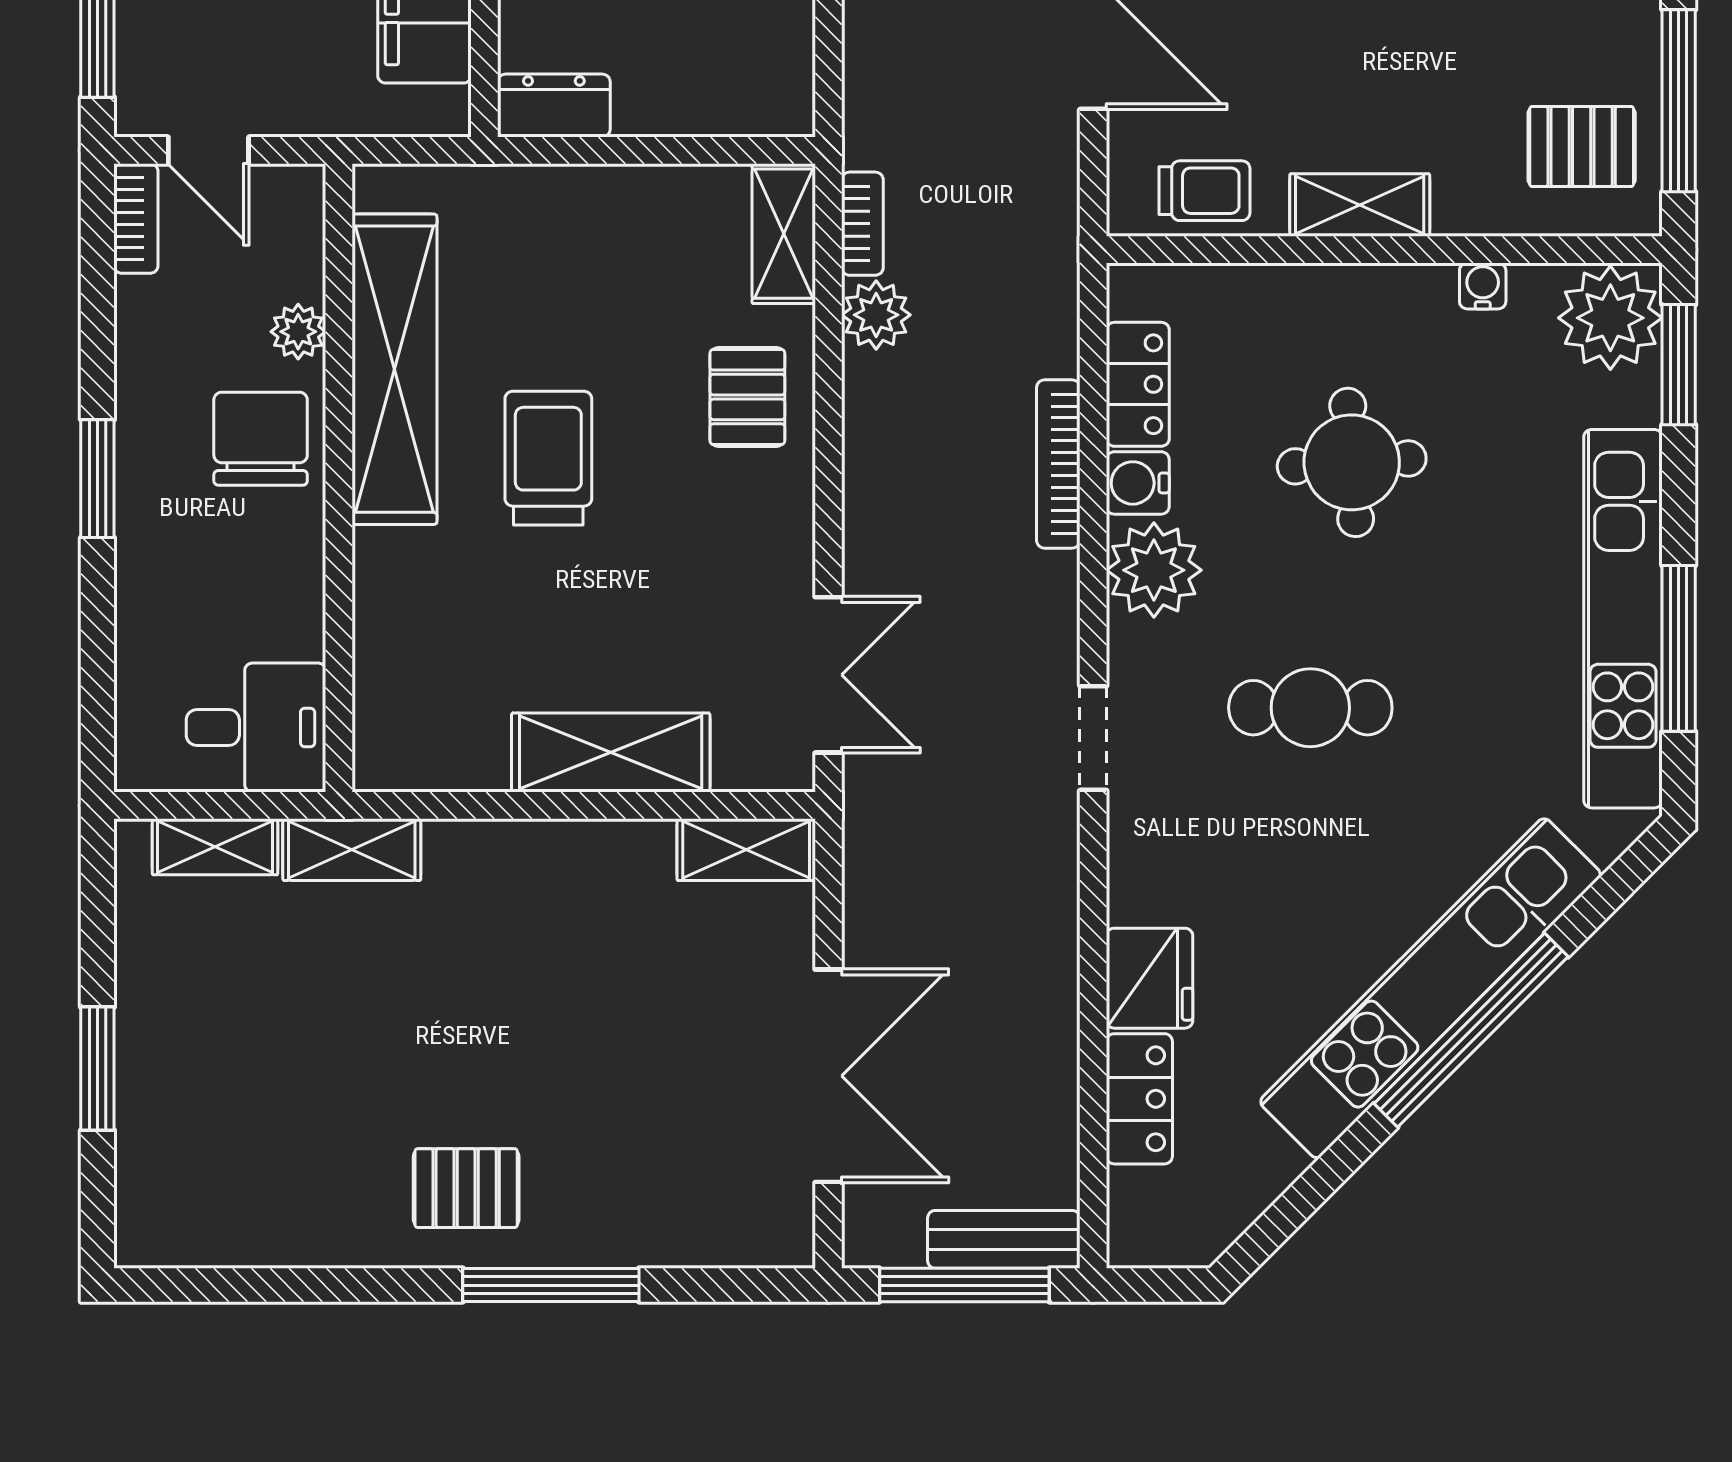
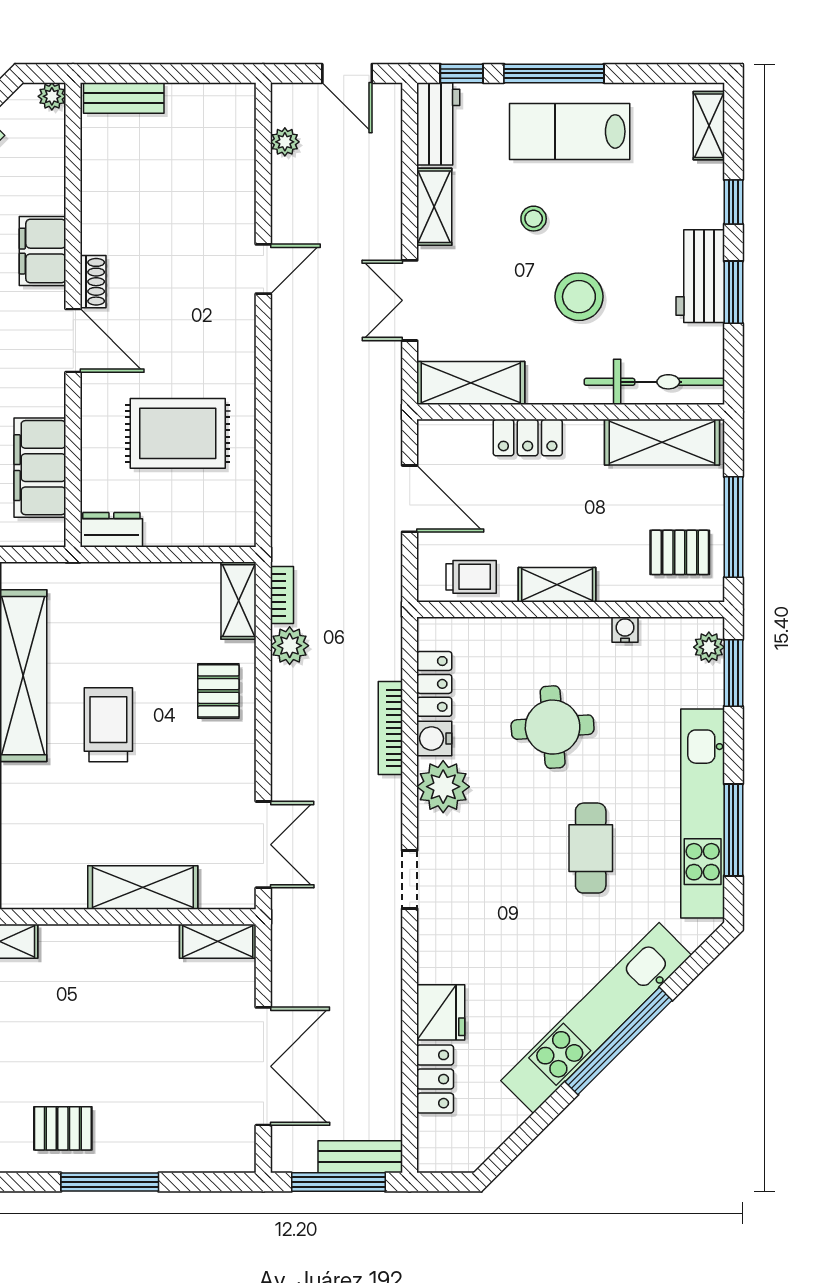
plant: (1610, 318) -> (709, 647), width x0.53, depth x0.53
cafe table: (1310, 708) -> (591, 848), moved, turned 90

